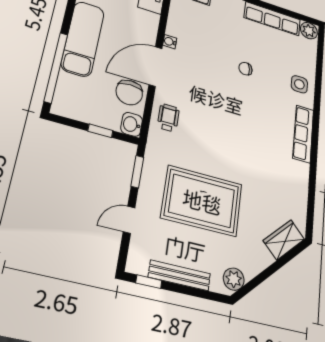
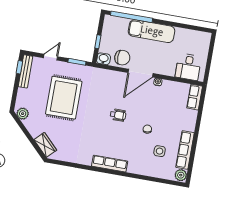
door: (155, 66) -> (141, 73), swing flipped
side table: (299, 84) -> (160, 151), moved
chair: (129, 92) -> (122, 58), turned 180
wheelchair: (168, 118) -> (118, 115), moved
door: (129, 220) -> (51, 57), hinge flipped
bench: (179, 275) -> (25, 71), moved

